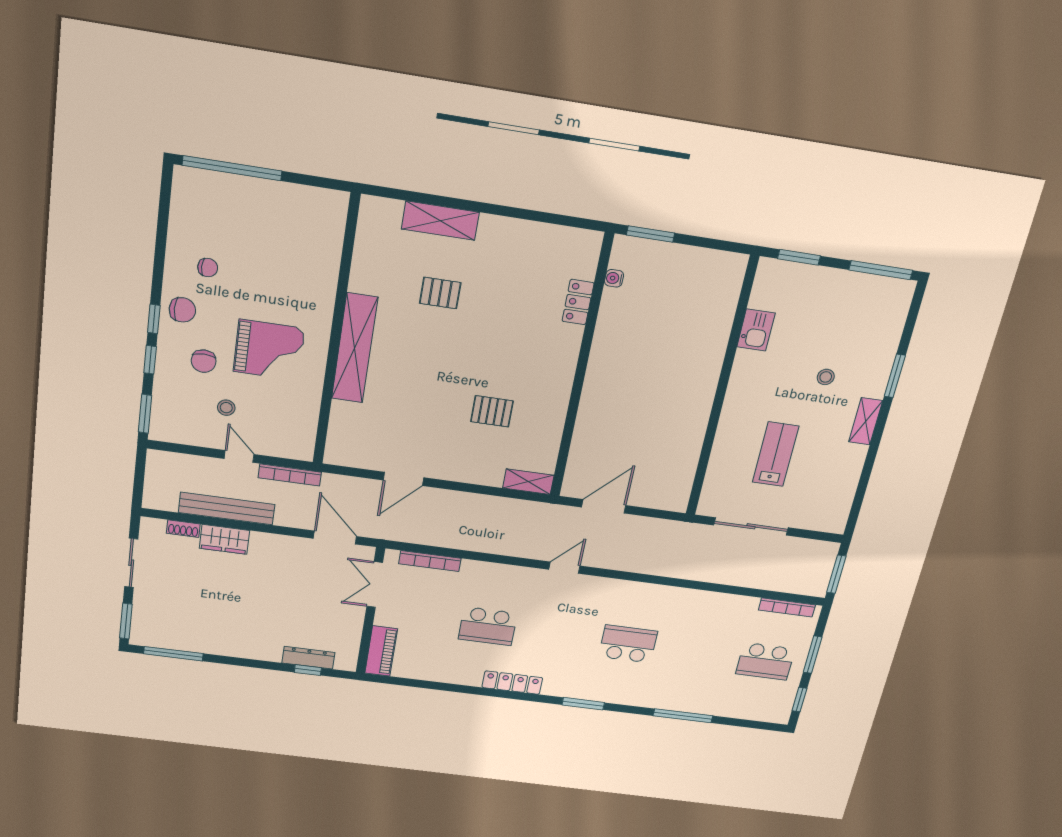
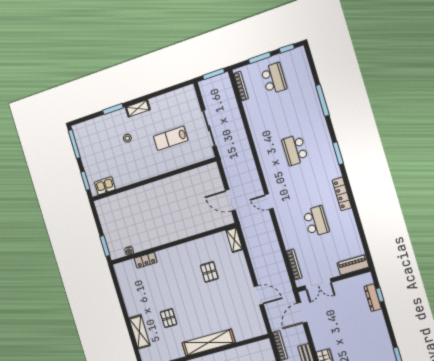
kitchen sink: (756, 330) -> (105, 186), moved

